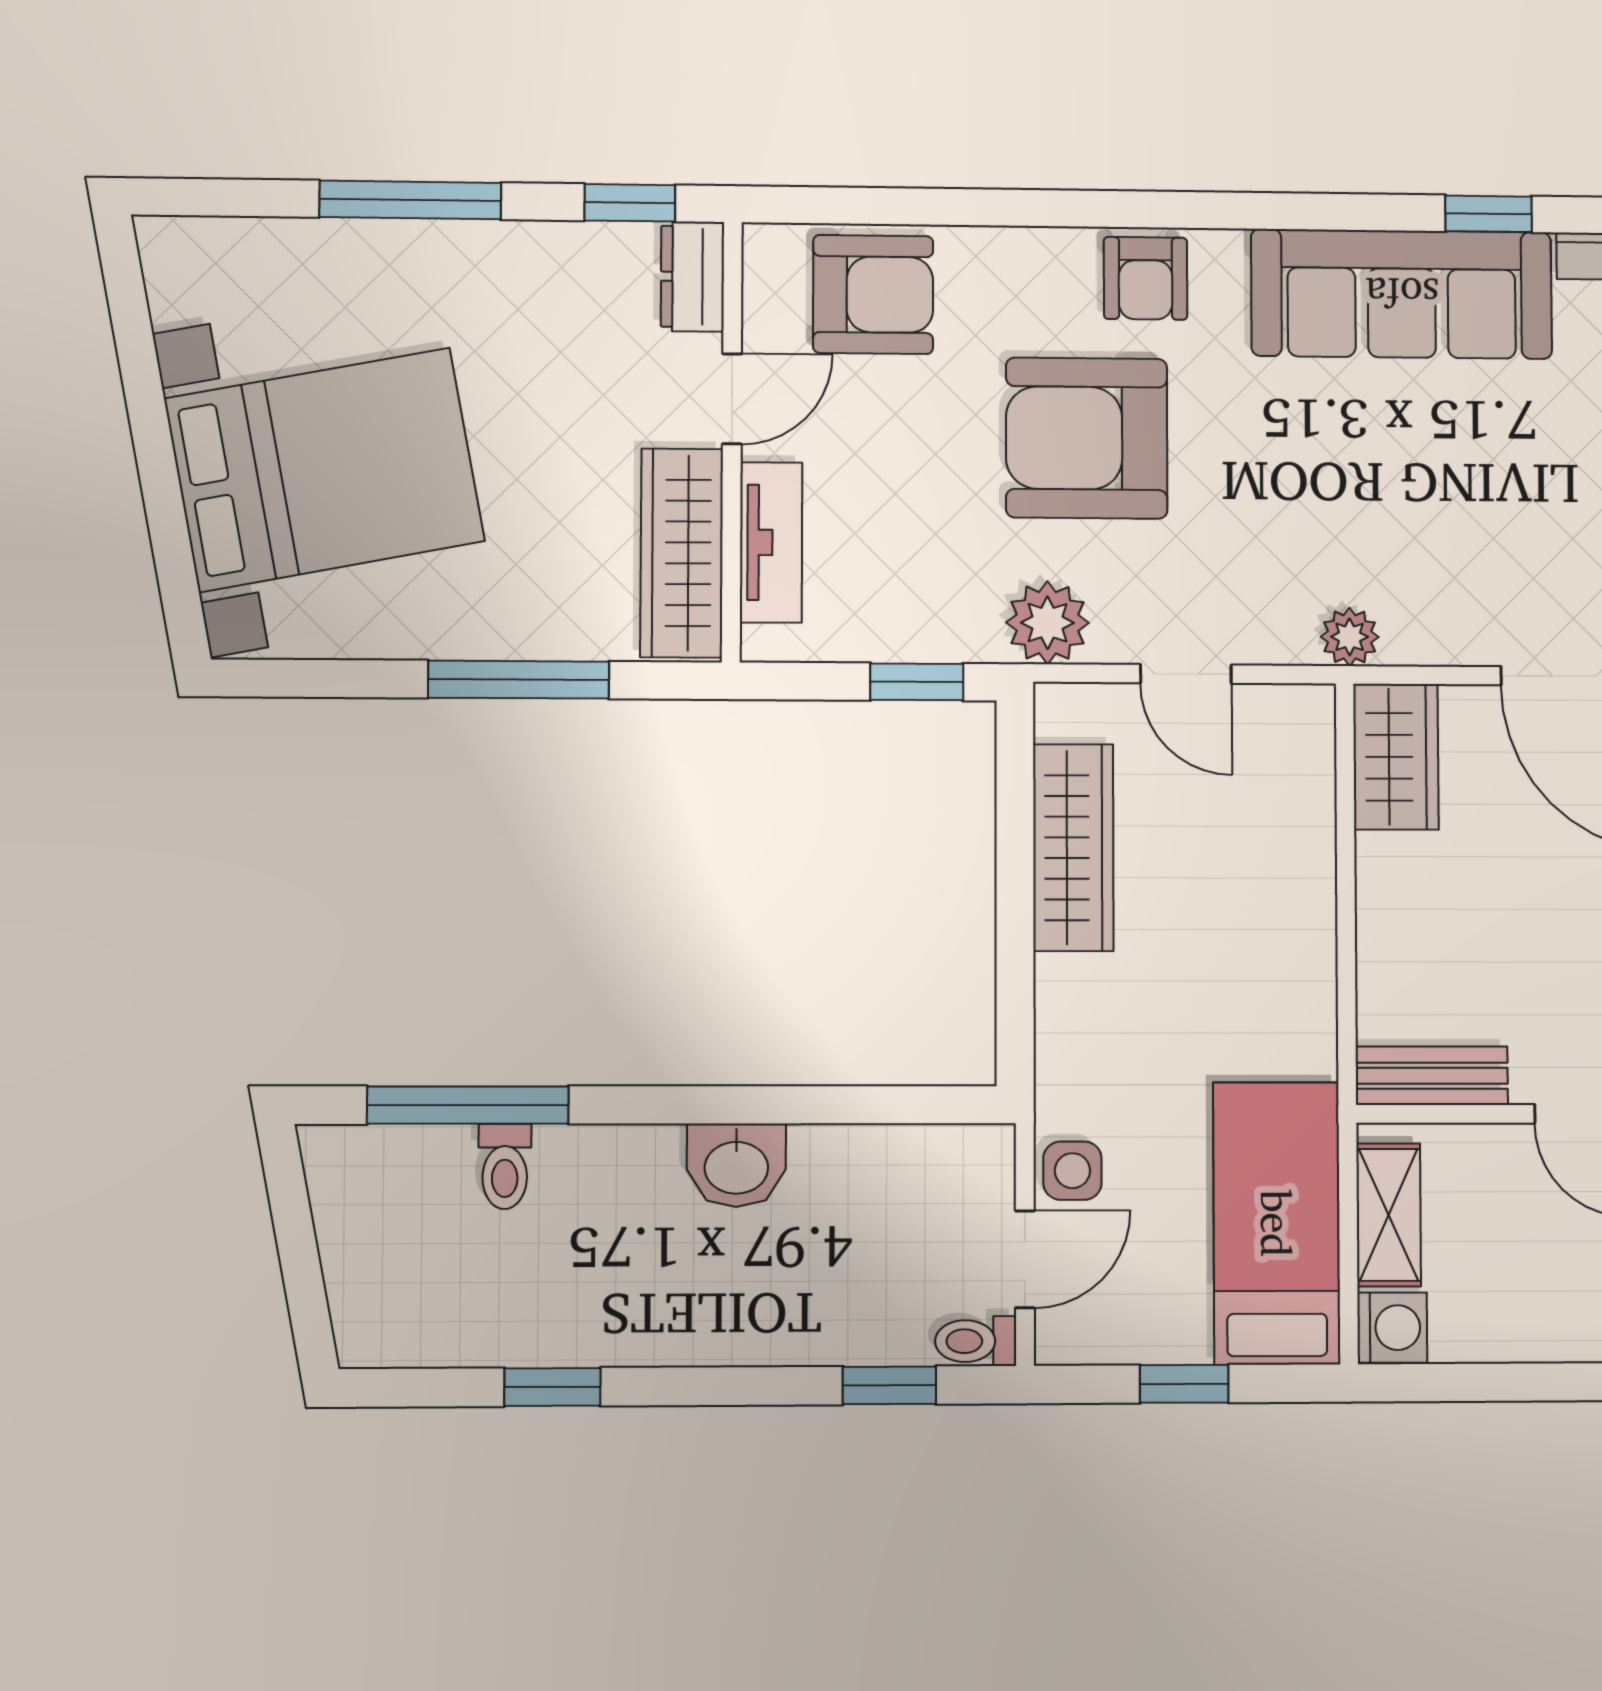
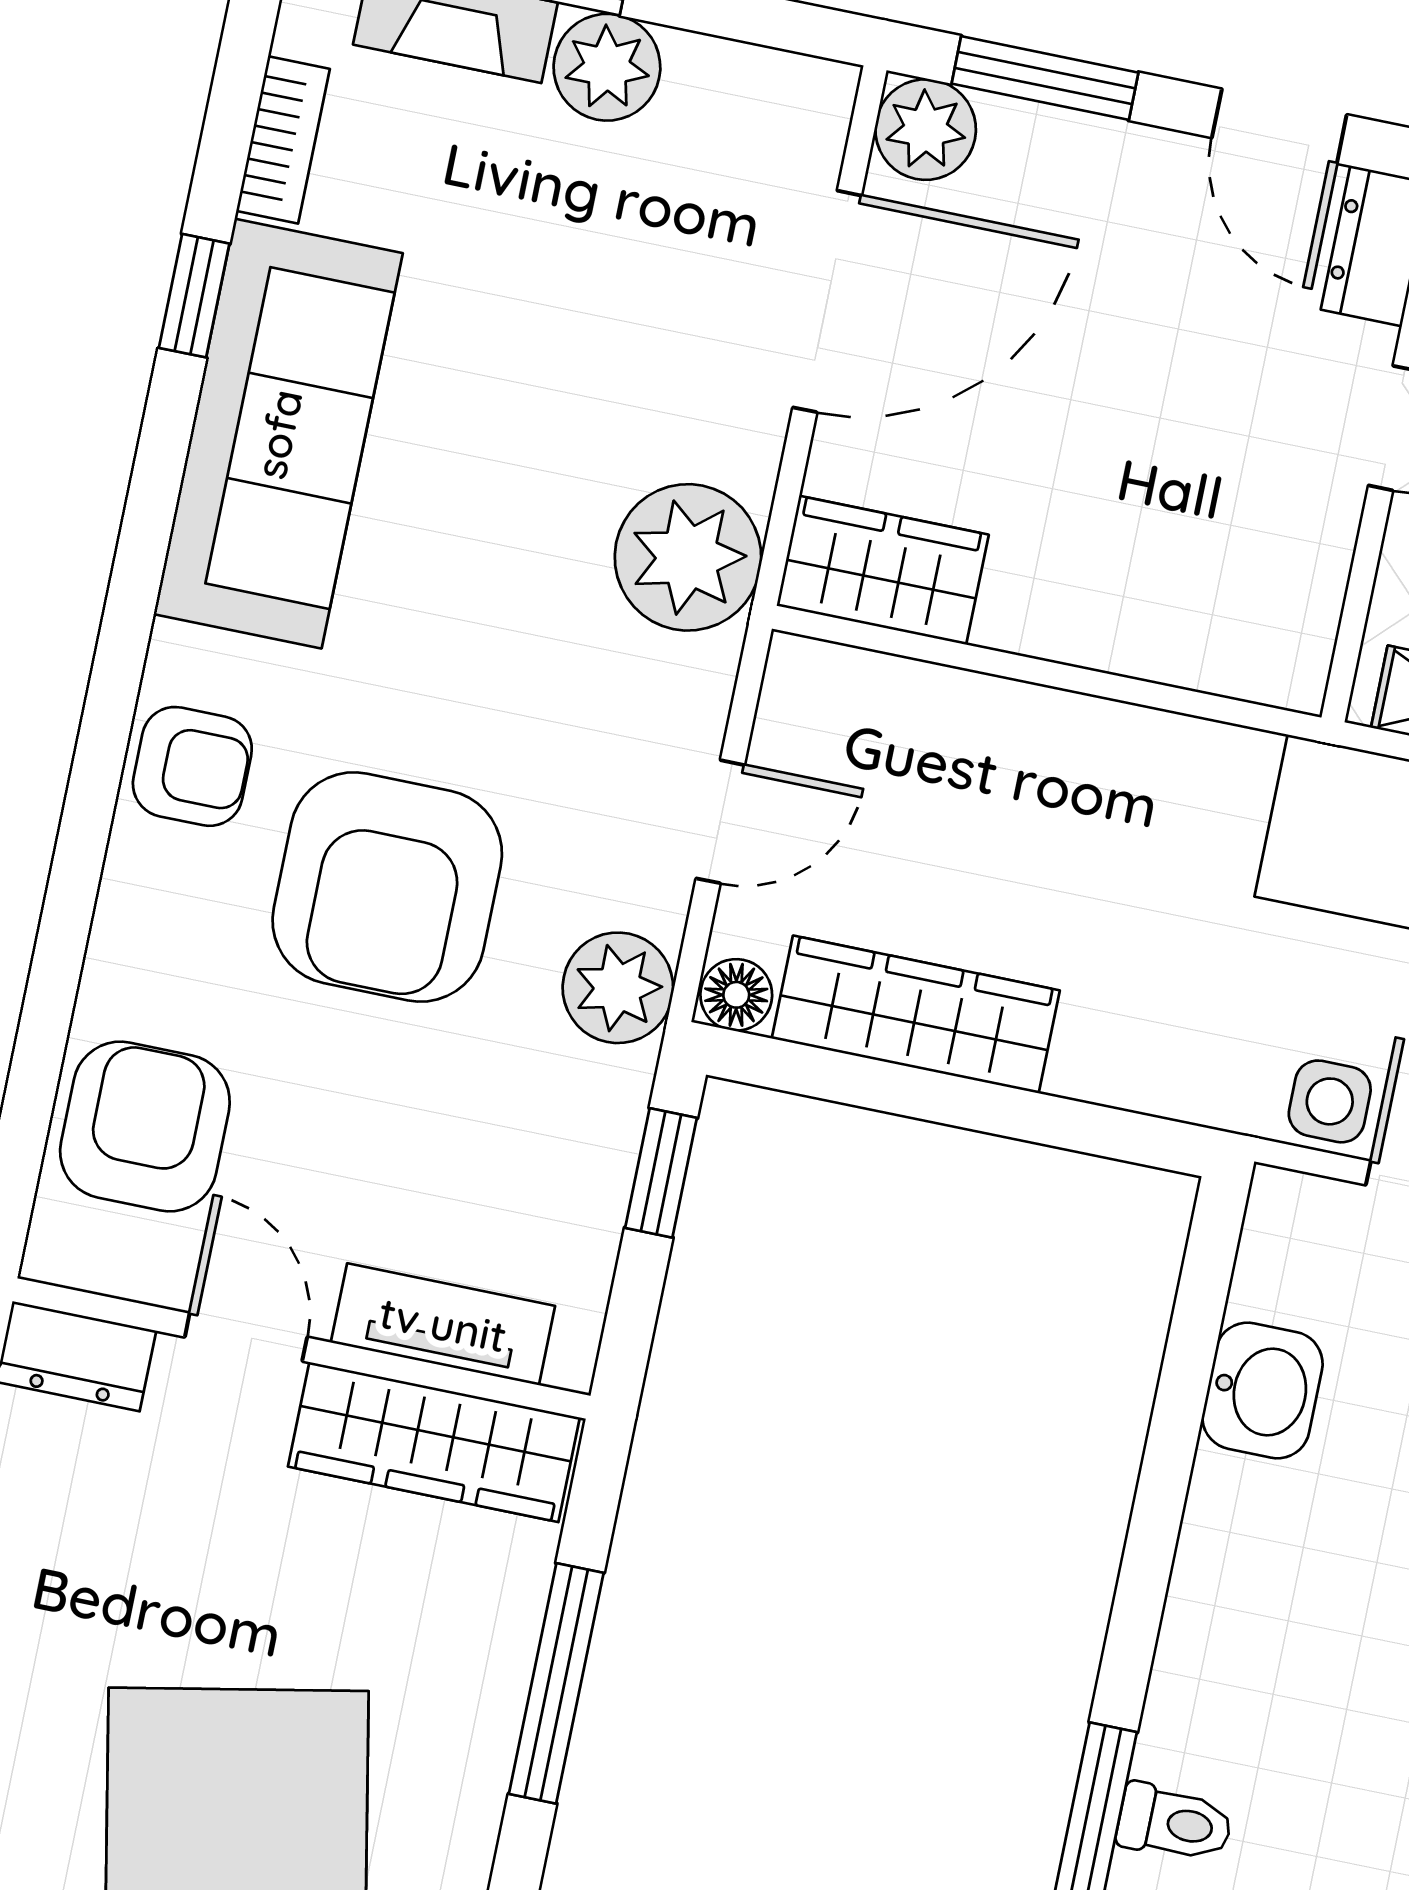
plant: (1350, 637) -> (688, 557), width x1.87, depth x1.87
floor lamp: (1060, 711) -> (736, 995), added
bench: (1432, 1076) -> (1304, 611), removed
washbasin: (736, 1165) -> (1262, 1390), moved

